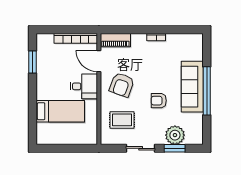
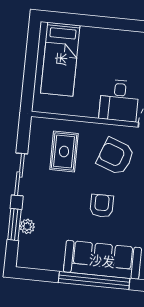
armchair: (159, 101) -> (102, 206), moved
bed: (60, 111) -> (60, 59), moved
plant: (175, 135) -> (27, 226), width x0.53, depth x0.53

